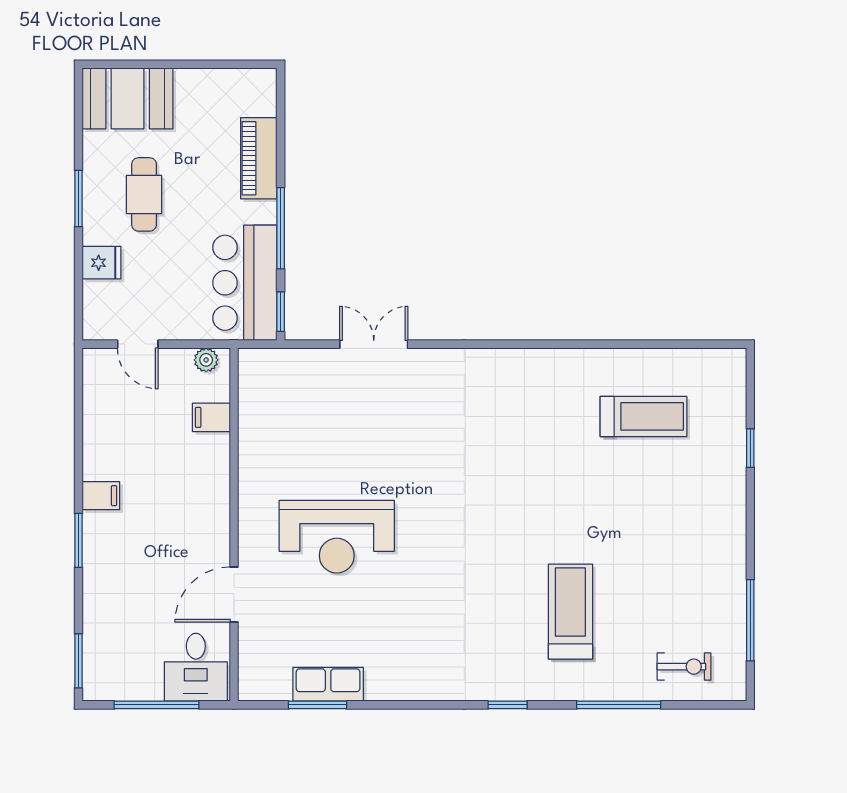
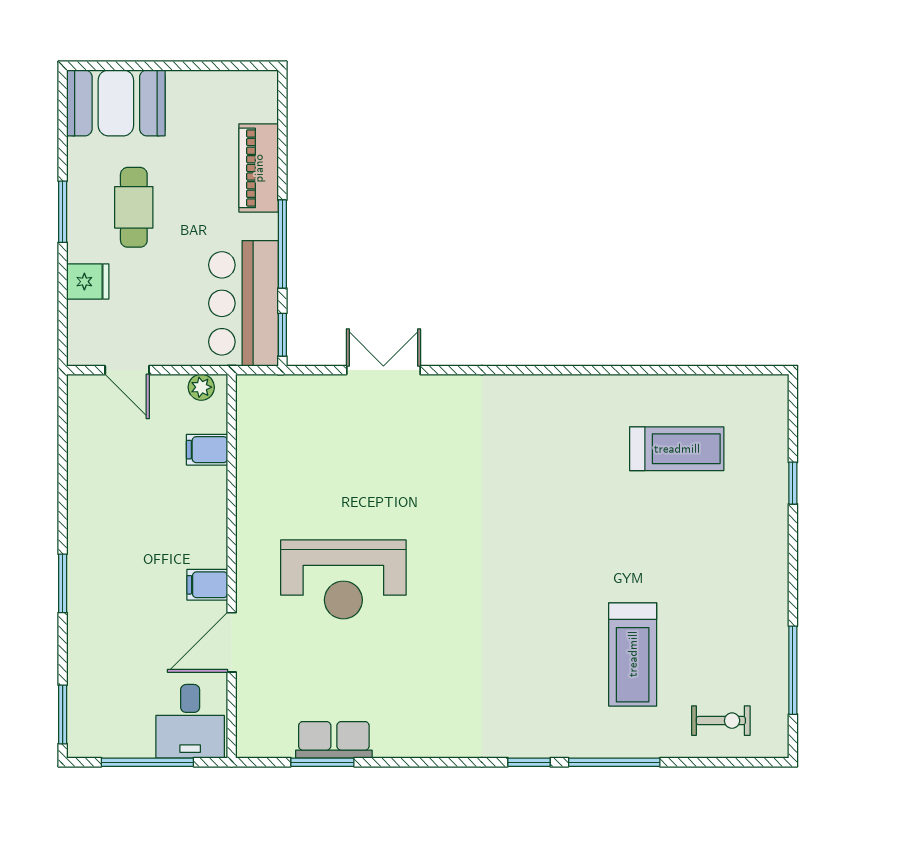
filing cabinet: (101, 496) -> (207, 585), moved, turned 180
treadmill: (570, 612) -> (633, 654), moved, turned 180
window: (619, 705) -> (614, 762), moved

